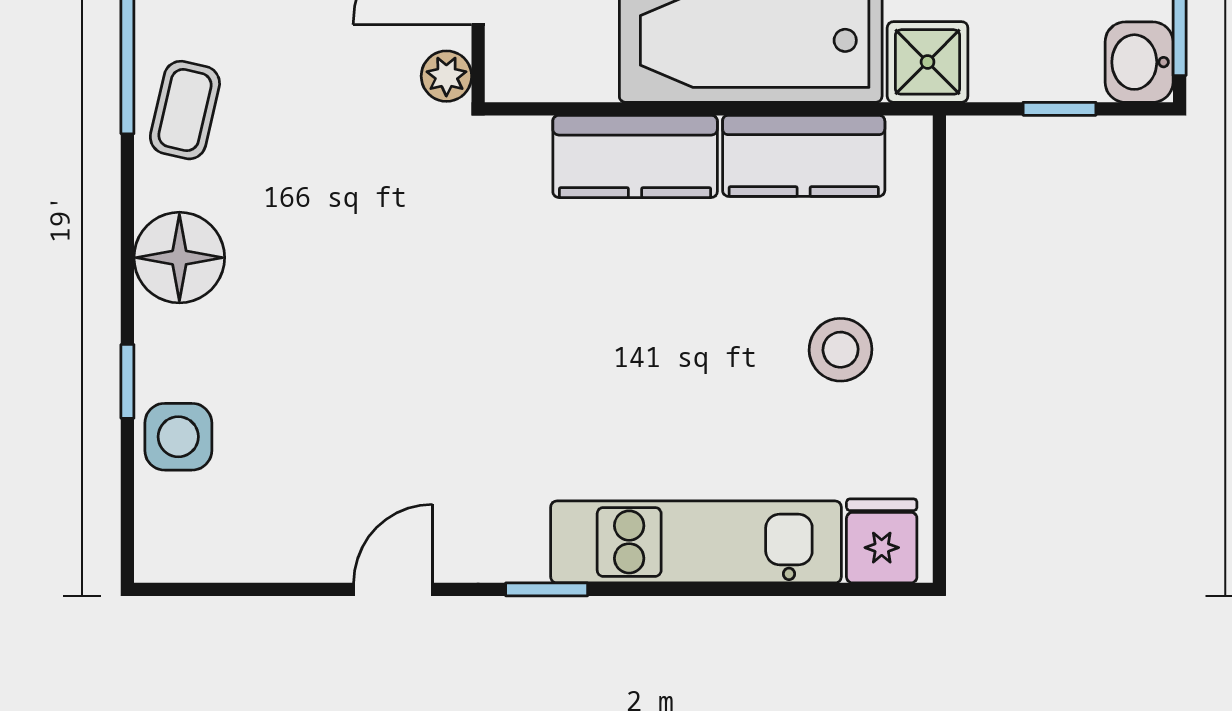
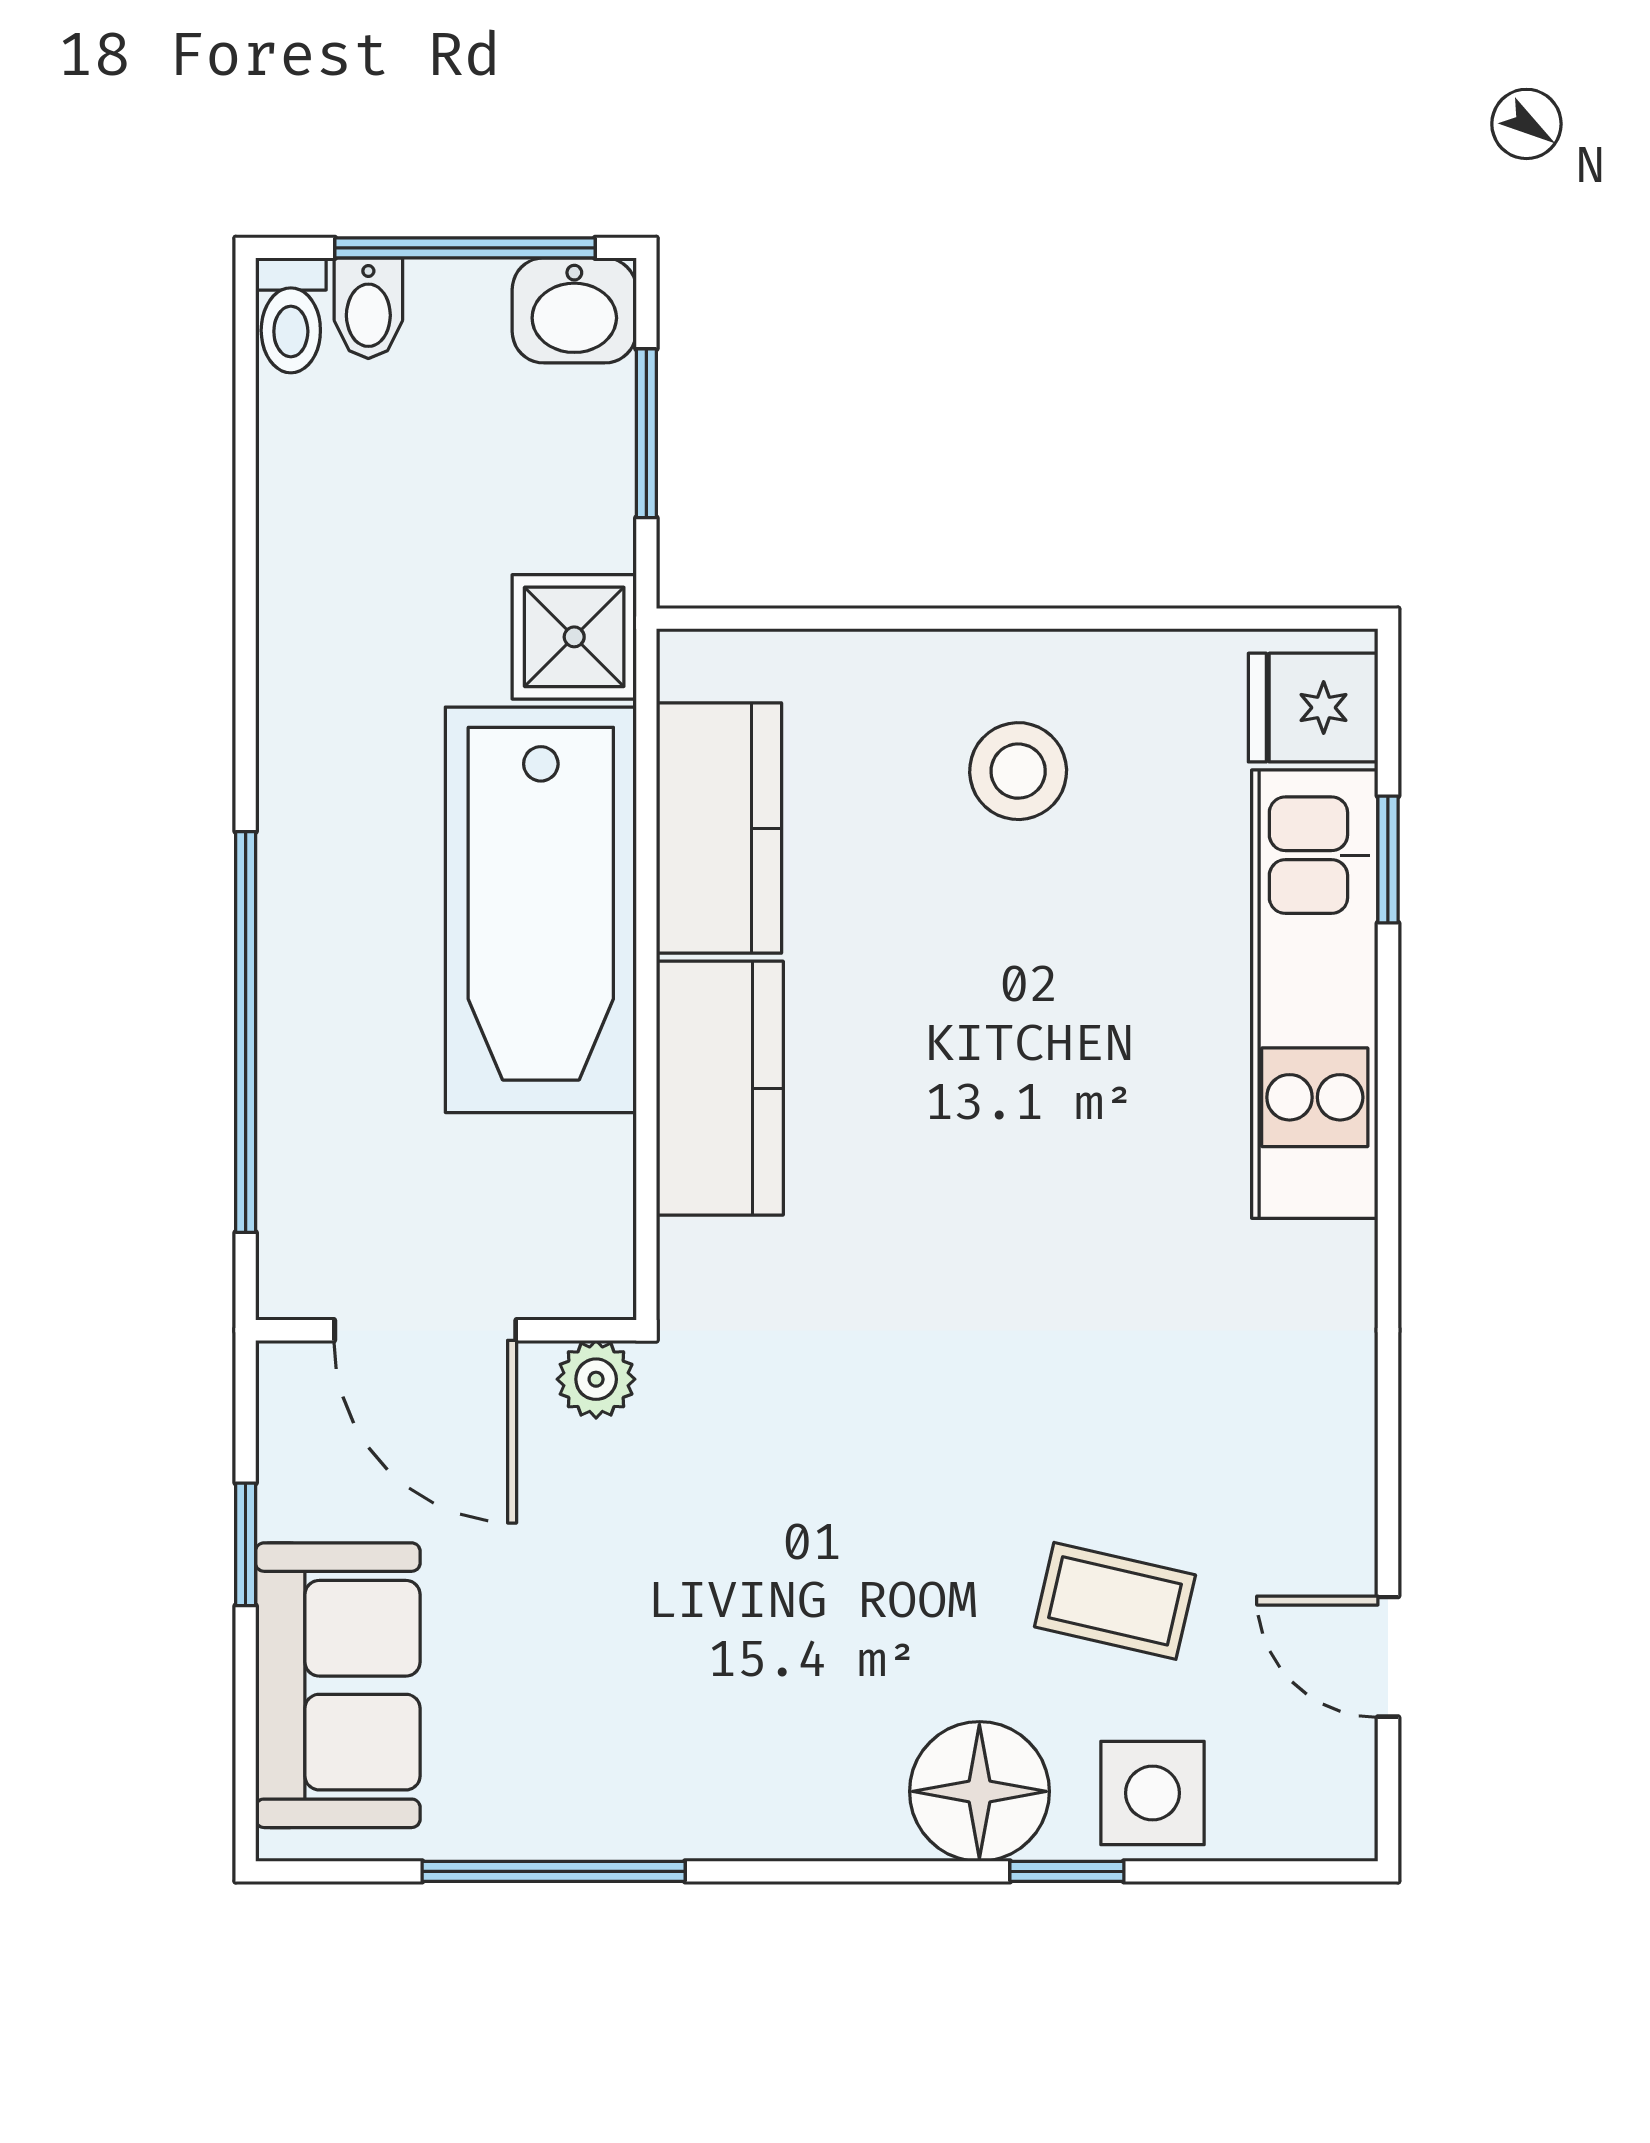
window: (1059, 109) -> (646, 433), width x1.50
coffee table: (185, 110) -> (1115, 1601), moved
floor lamp: (179, 258) -> (979, 1791), moved
door: (393, 589) -> (1388, 1657), moved
window: (547, 589) -> (1388, 859), moved

